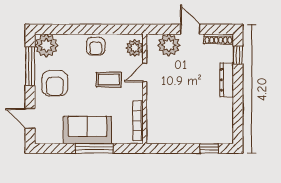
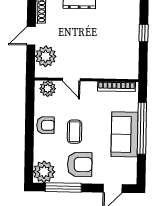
coffee table: (109, 80) -> (75, 132), moved
window: (94, 148) -> (142, 128), width x1.46
window: (209, 148) -> (144, 33), moved

